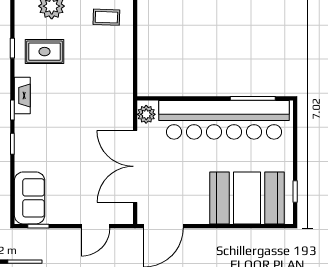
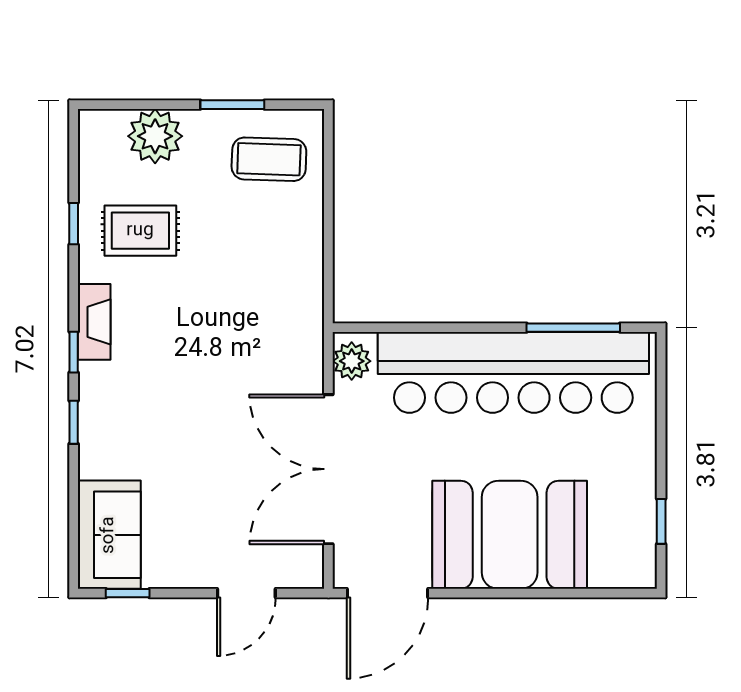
coffee table: (106, 17) -> (269, 159), width x1.36, depth x1.30
booth: (247, 198) -> (510, 535), moved

